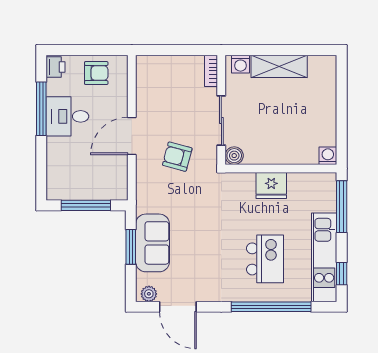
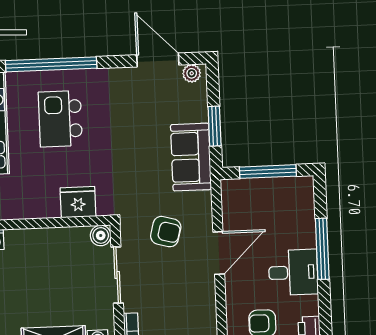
window: (41, 109) -> (322, 249), moved
fridge: (271, 186) -> (78, 202), moved
sofa: (153, 243) -> (191, 157), moved

